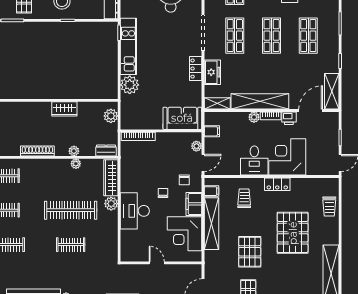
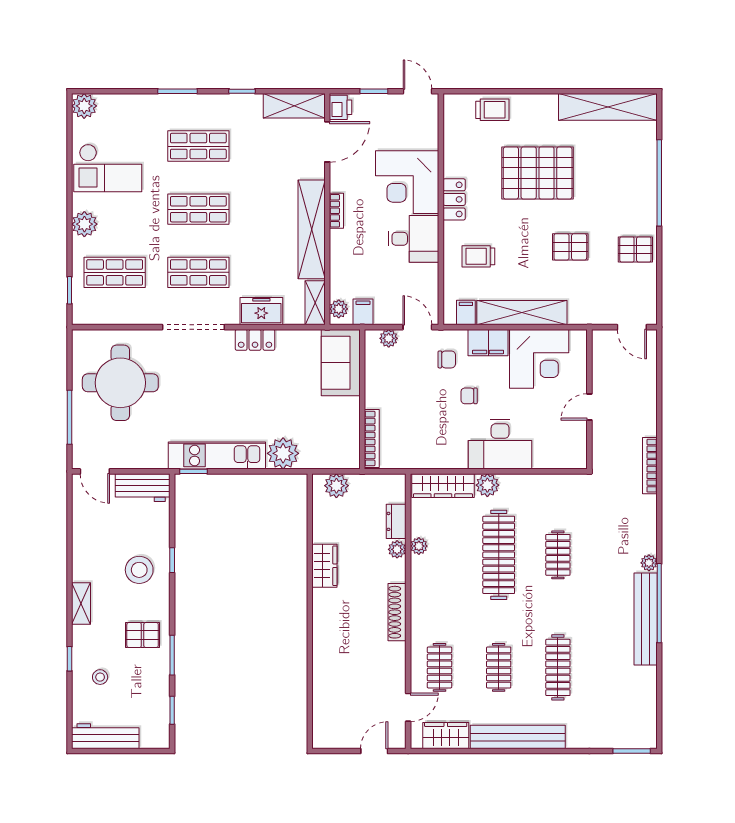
door: (311, 110) -> (327, 142), swing flipped
plant: (254, 117) -> (339, 309), moved
printer: (289, 118) -> (341, 107), moved
dresser: (106, 151) -> (396, 521), moved
pallet: (250, 252) -> (570, 247), width x0.67, depth x0.71

